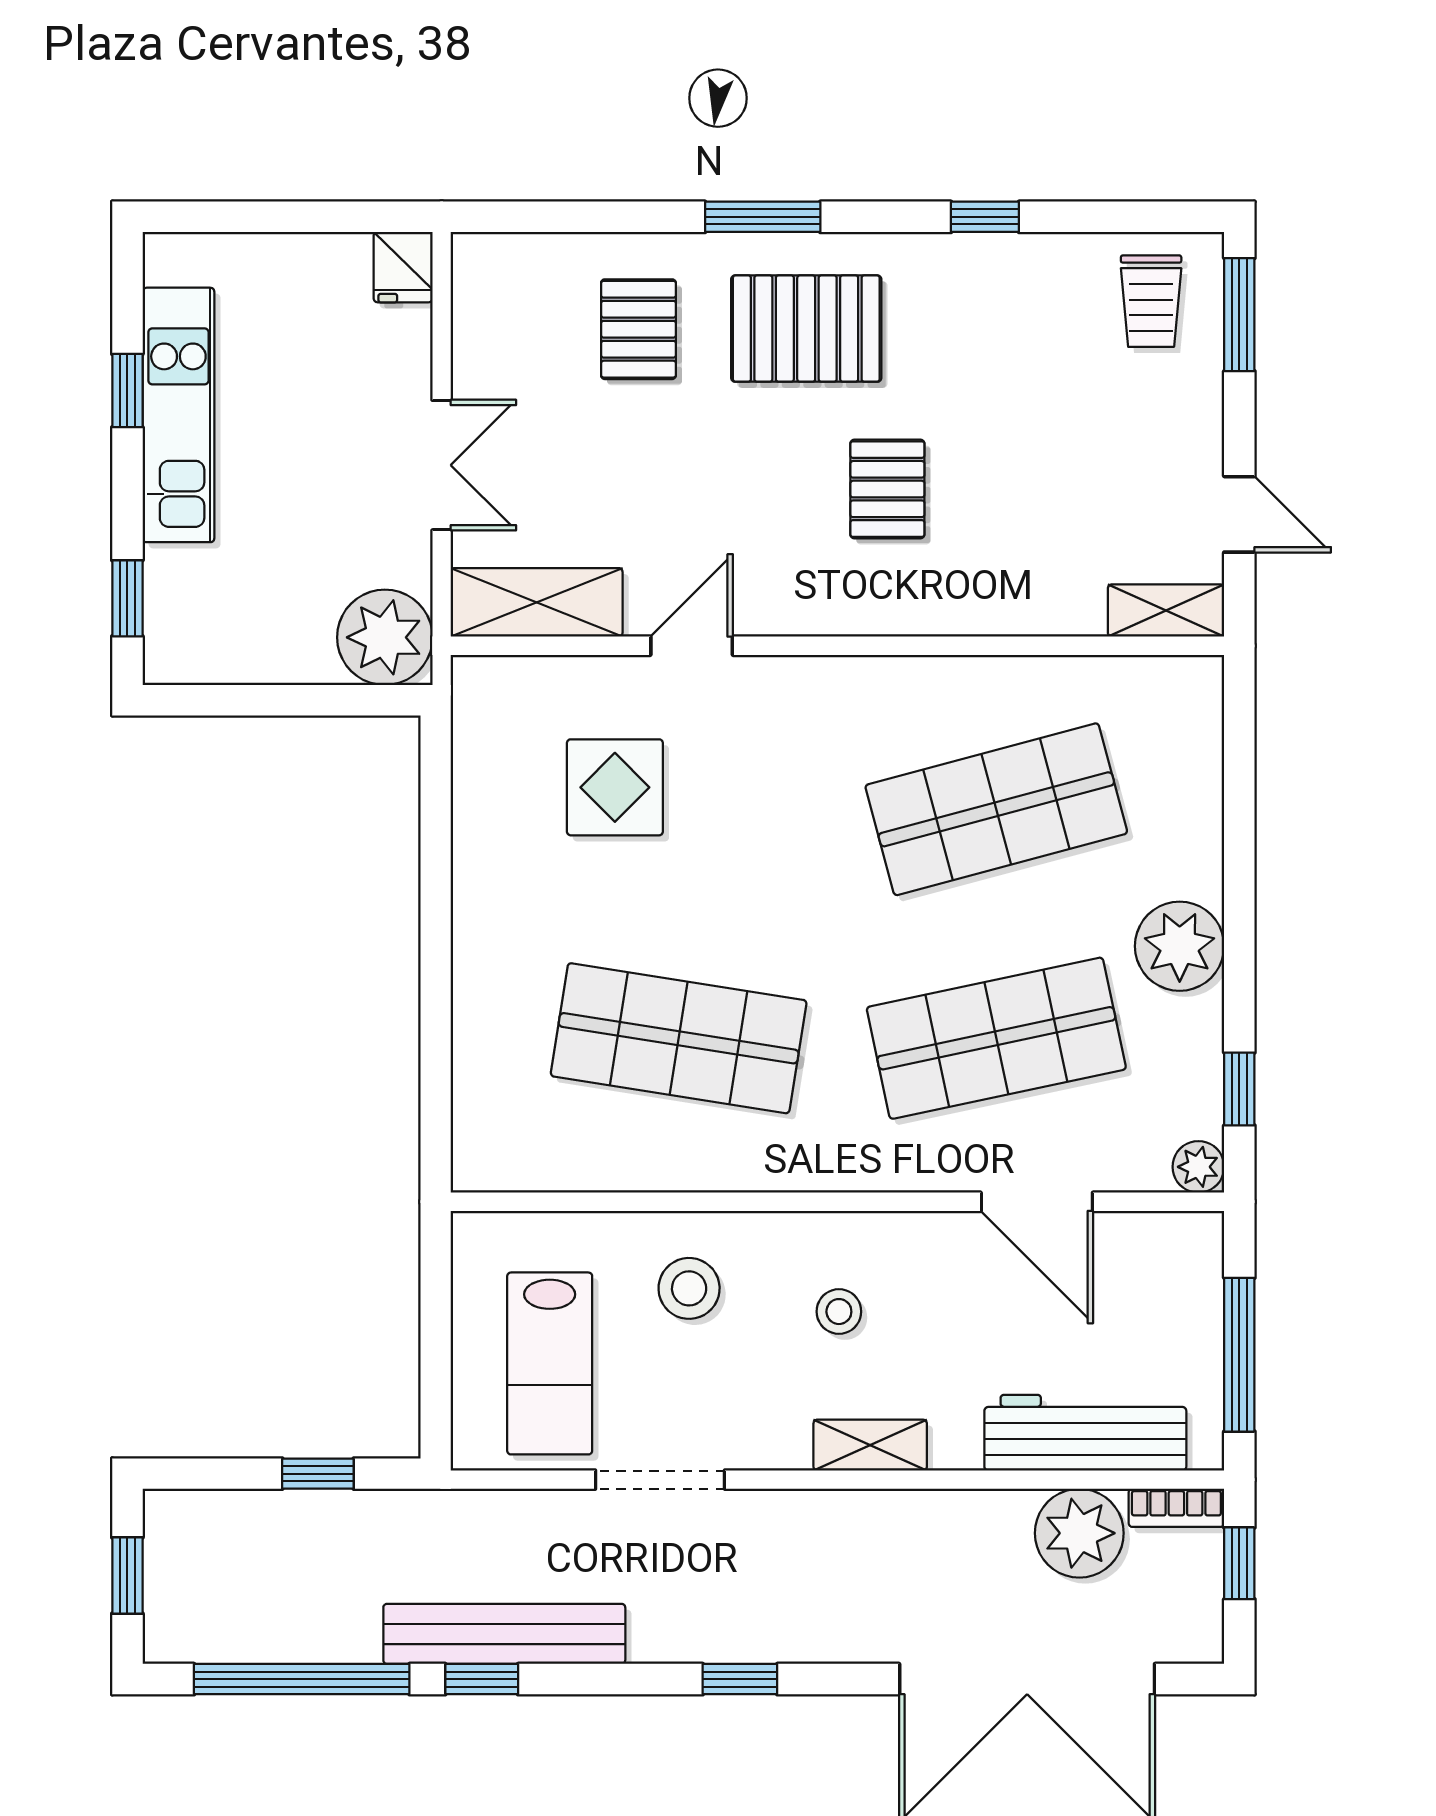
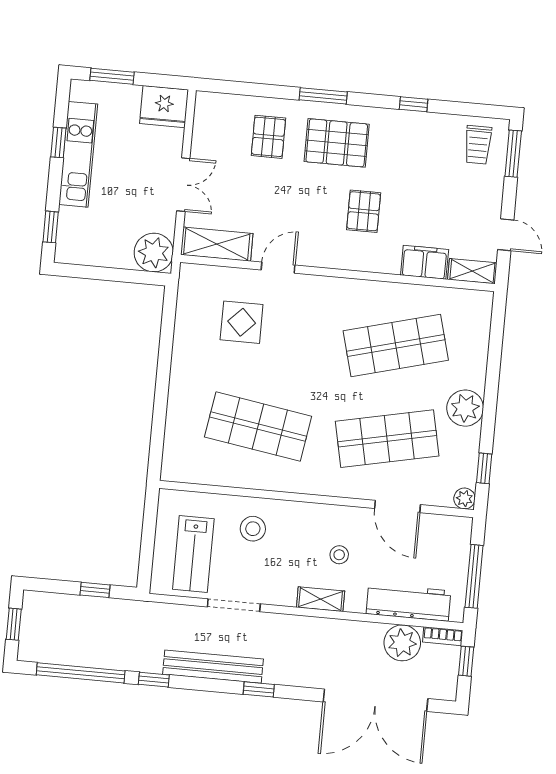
window: (243, 217) -> (112, 76), added
fridge: (403, 267) -> (164, 107), width x1.88, depth x1.34
filing cabinet: (1048, 600) -> (425, 262), added
stool: (839, 1312) -> (339, 555), moved
bench: (504, 1634) -> (213, 667), moved

